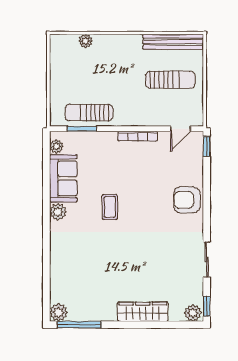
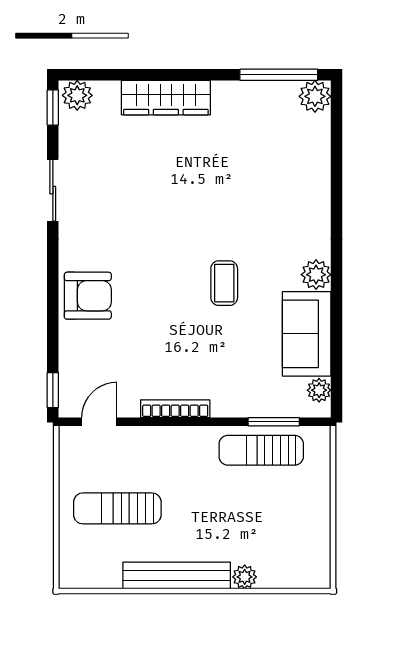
plant: (86, 41) -> (245, 577), moved
bench: (173, 42) -> (177, 576), moved
sun lounger: (89, 113) -> (261, 450), turned 180

